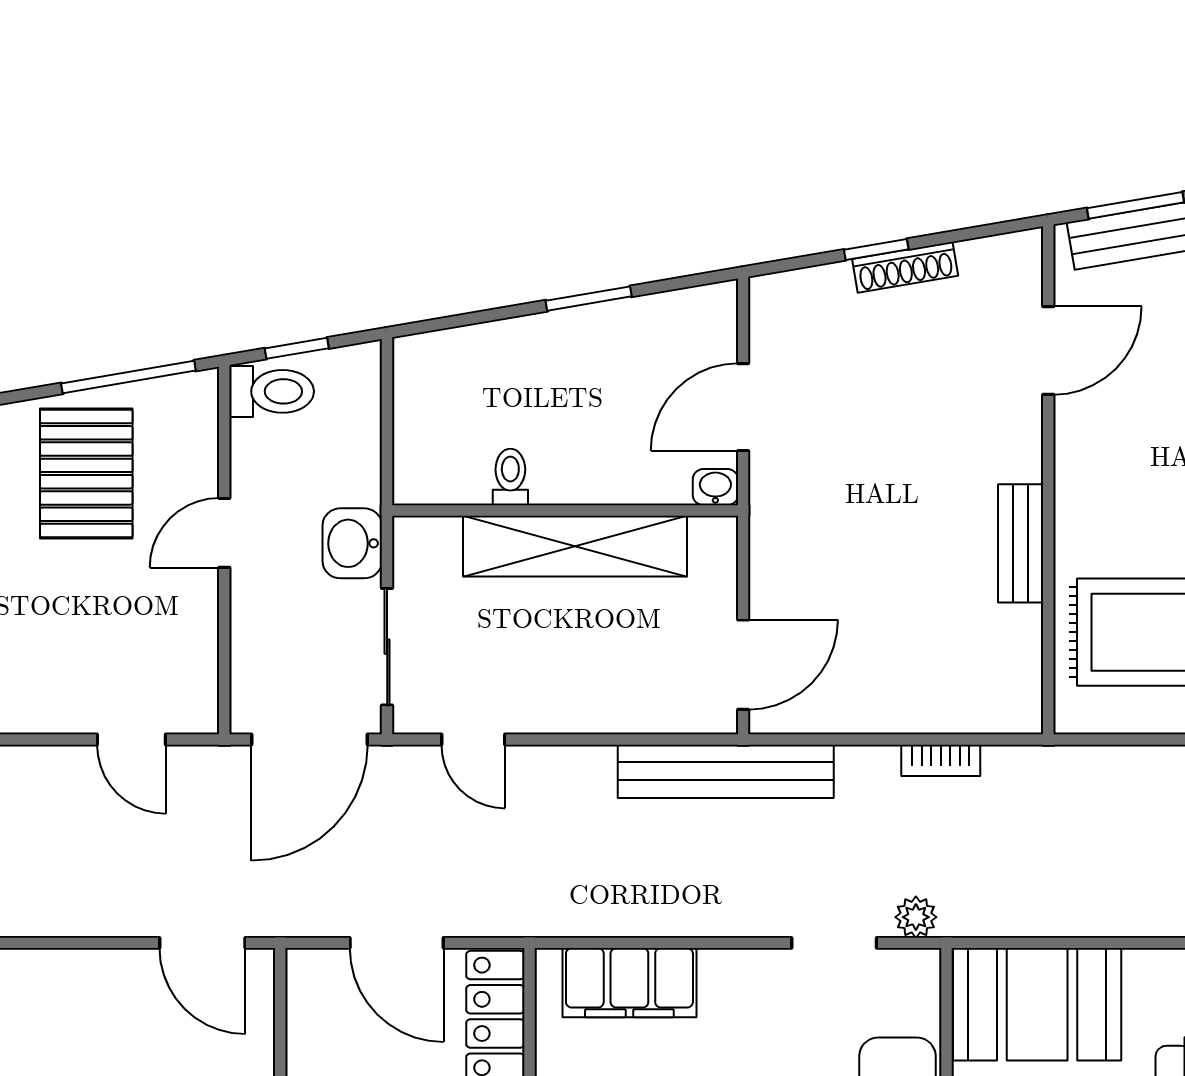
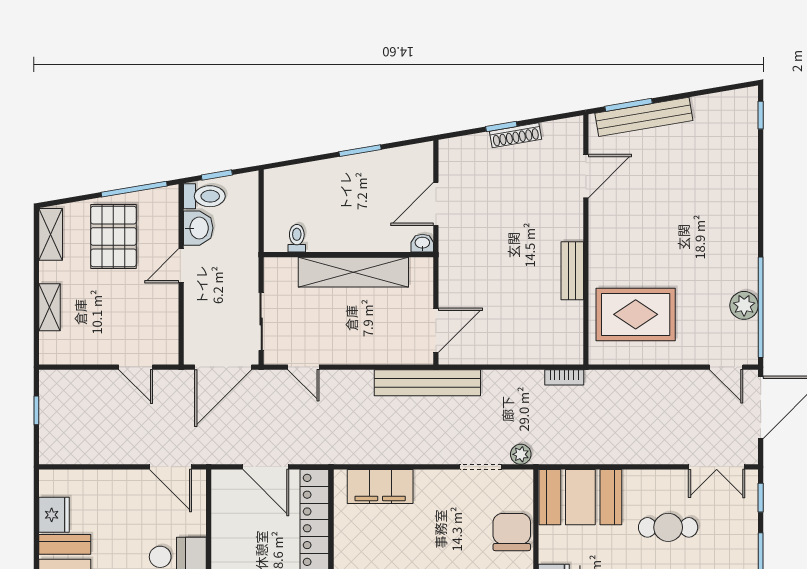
toilet: (510, 477) -> (297, 238), moved
washbasin: (352, 543) -> (198, 228), moved, turned 180
bookcase: (941, 760) -> (564, 377), moved

